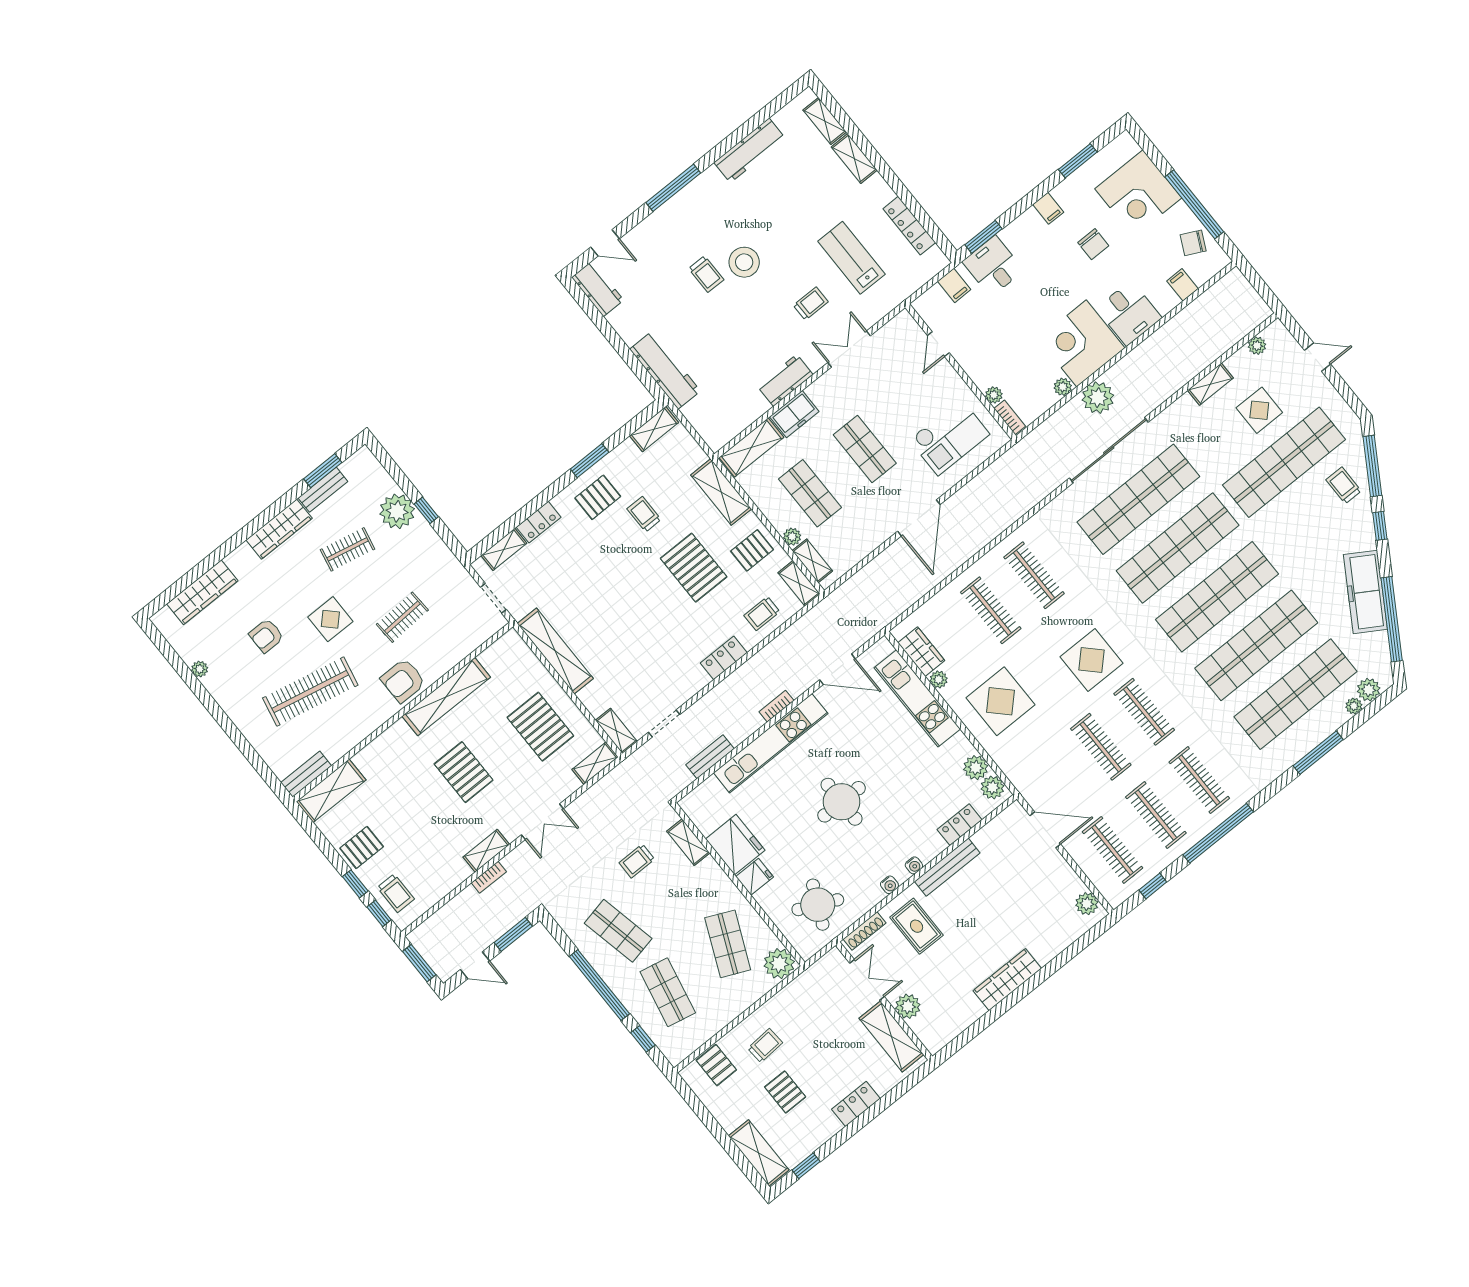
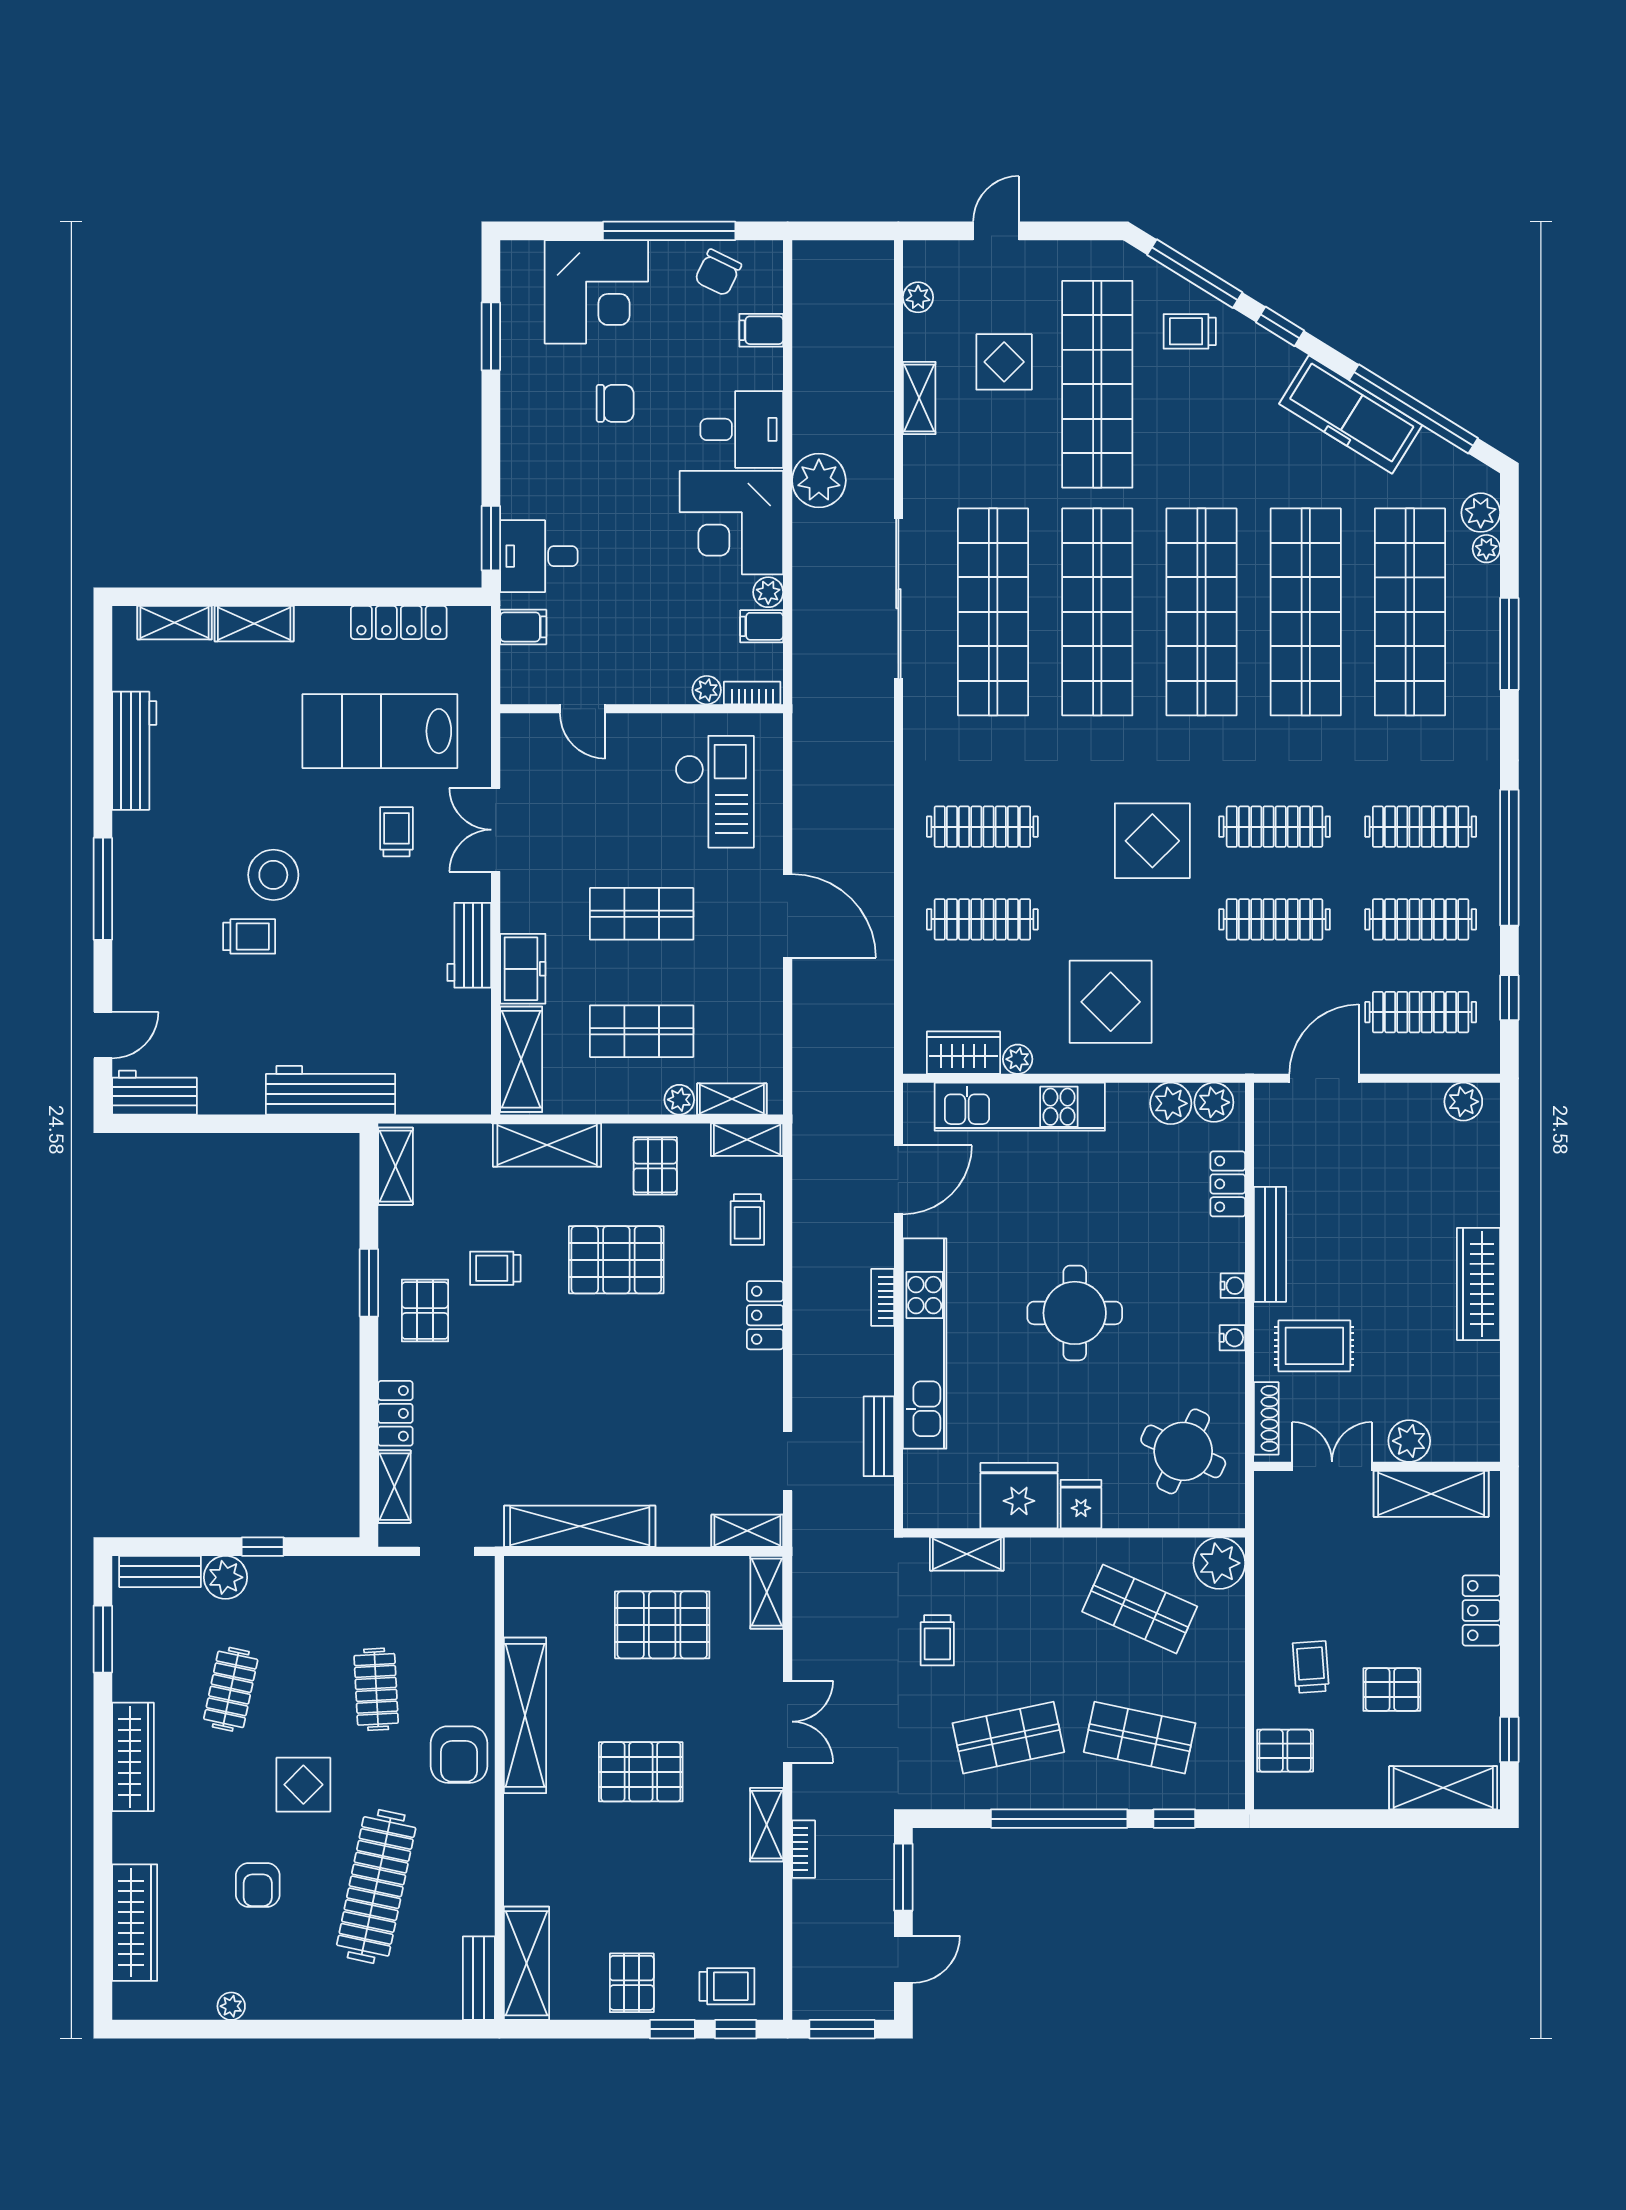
filing cabinet: (1048, 208) -> (762, 626), moved, turned 180
lab bench: (851, 258) -> (380, 731), width x1.36, depth x1.39
plant: (1098, 398) -> (819, 480), moved
bench: (323, 490) -> (160, 1571), moved, turned 90
plant: (397, 511) -> (226, 1577), width x0.73, depth x0.73

